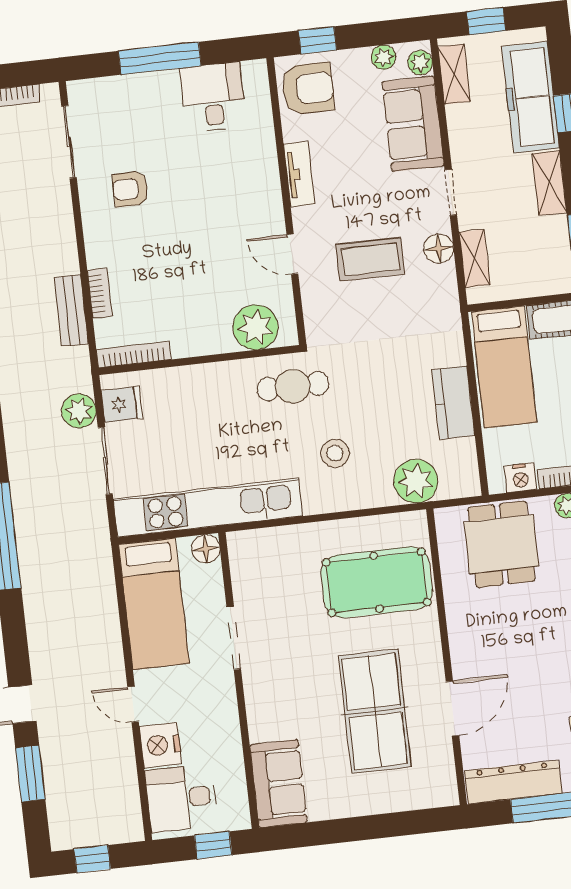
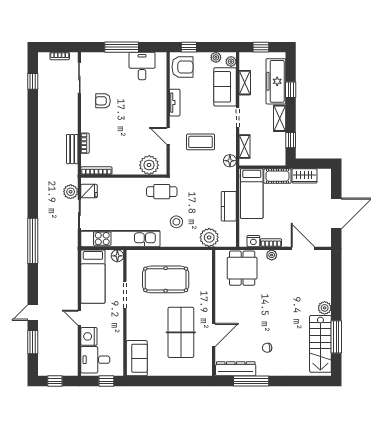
shelving: (454, 74) -> (245, 83), moved
floor lamp: (439, 248) -> (230, 161), moved
pool table: (377, 582) -> (166, 279), moved

